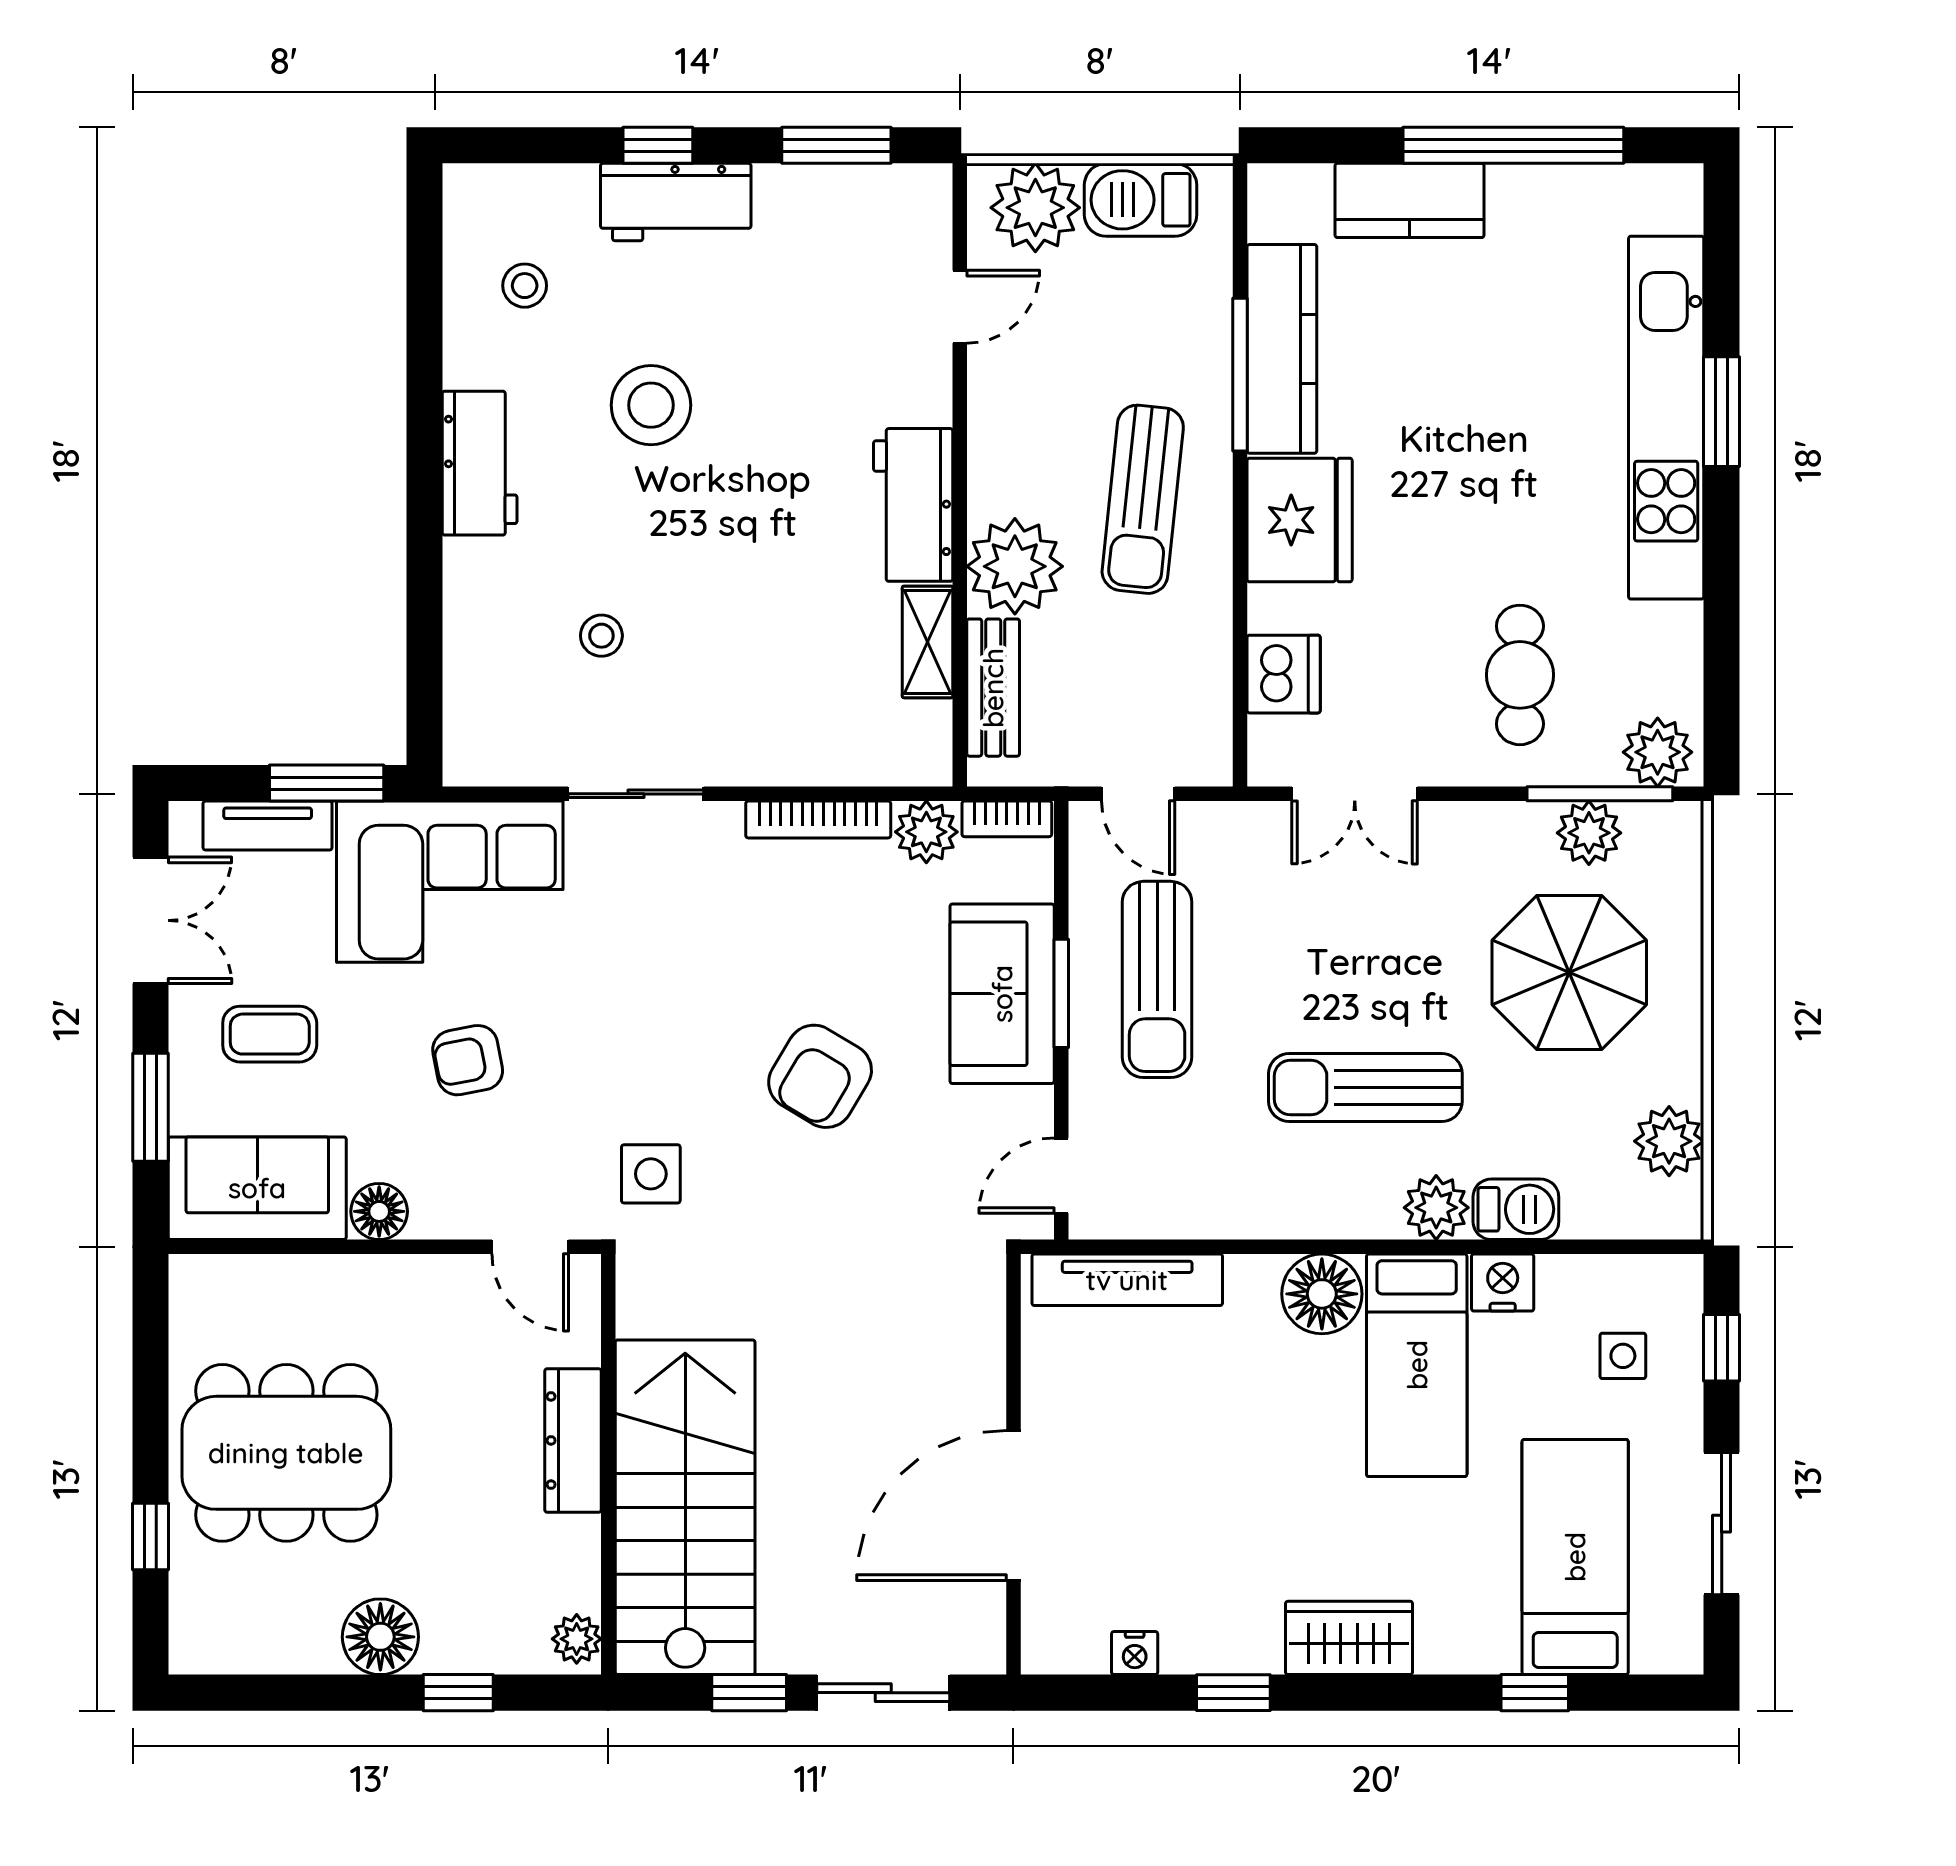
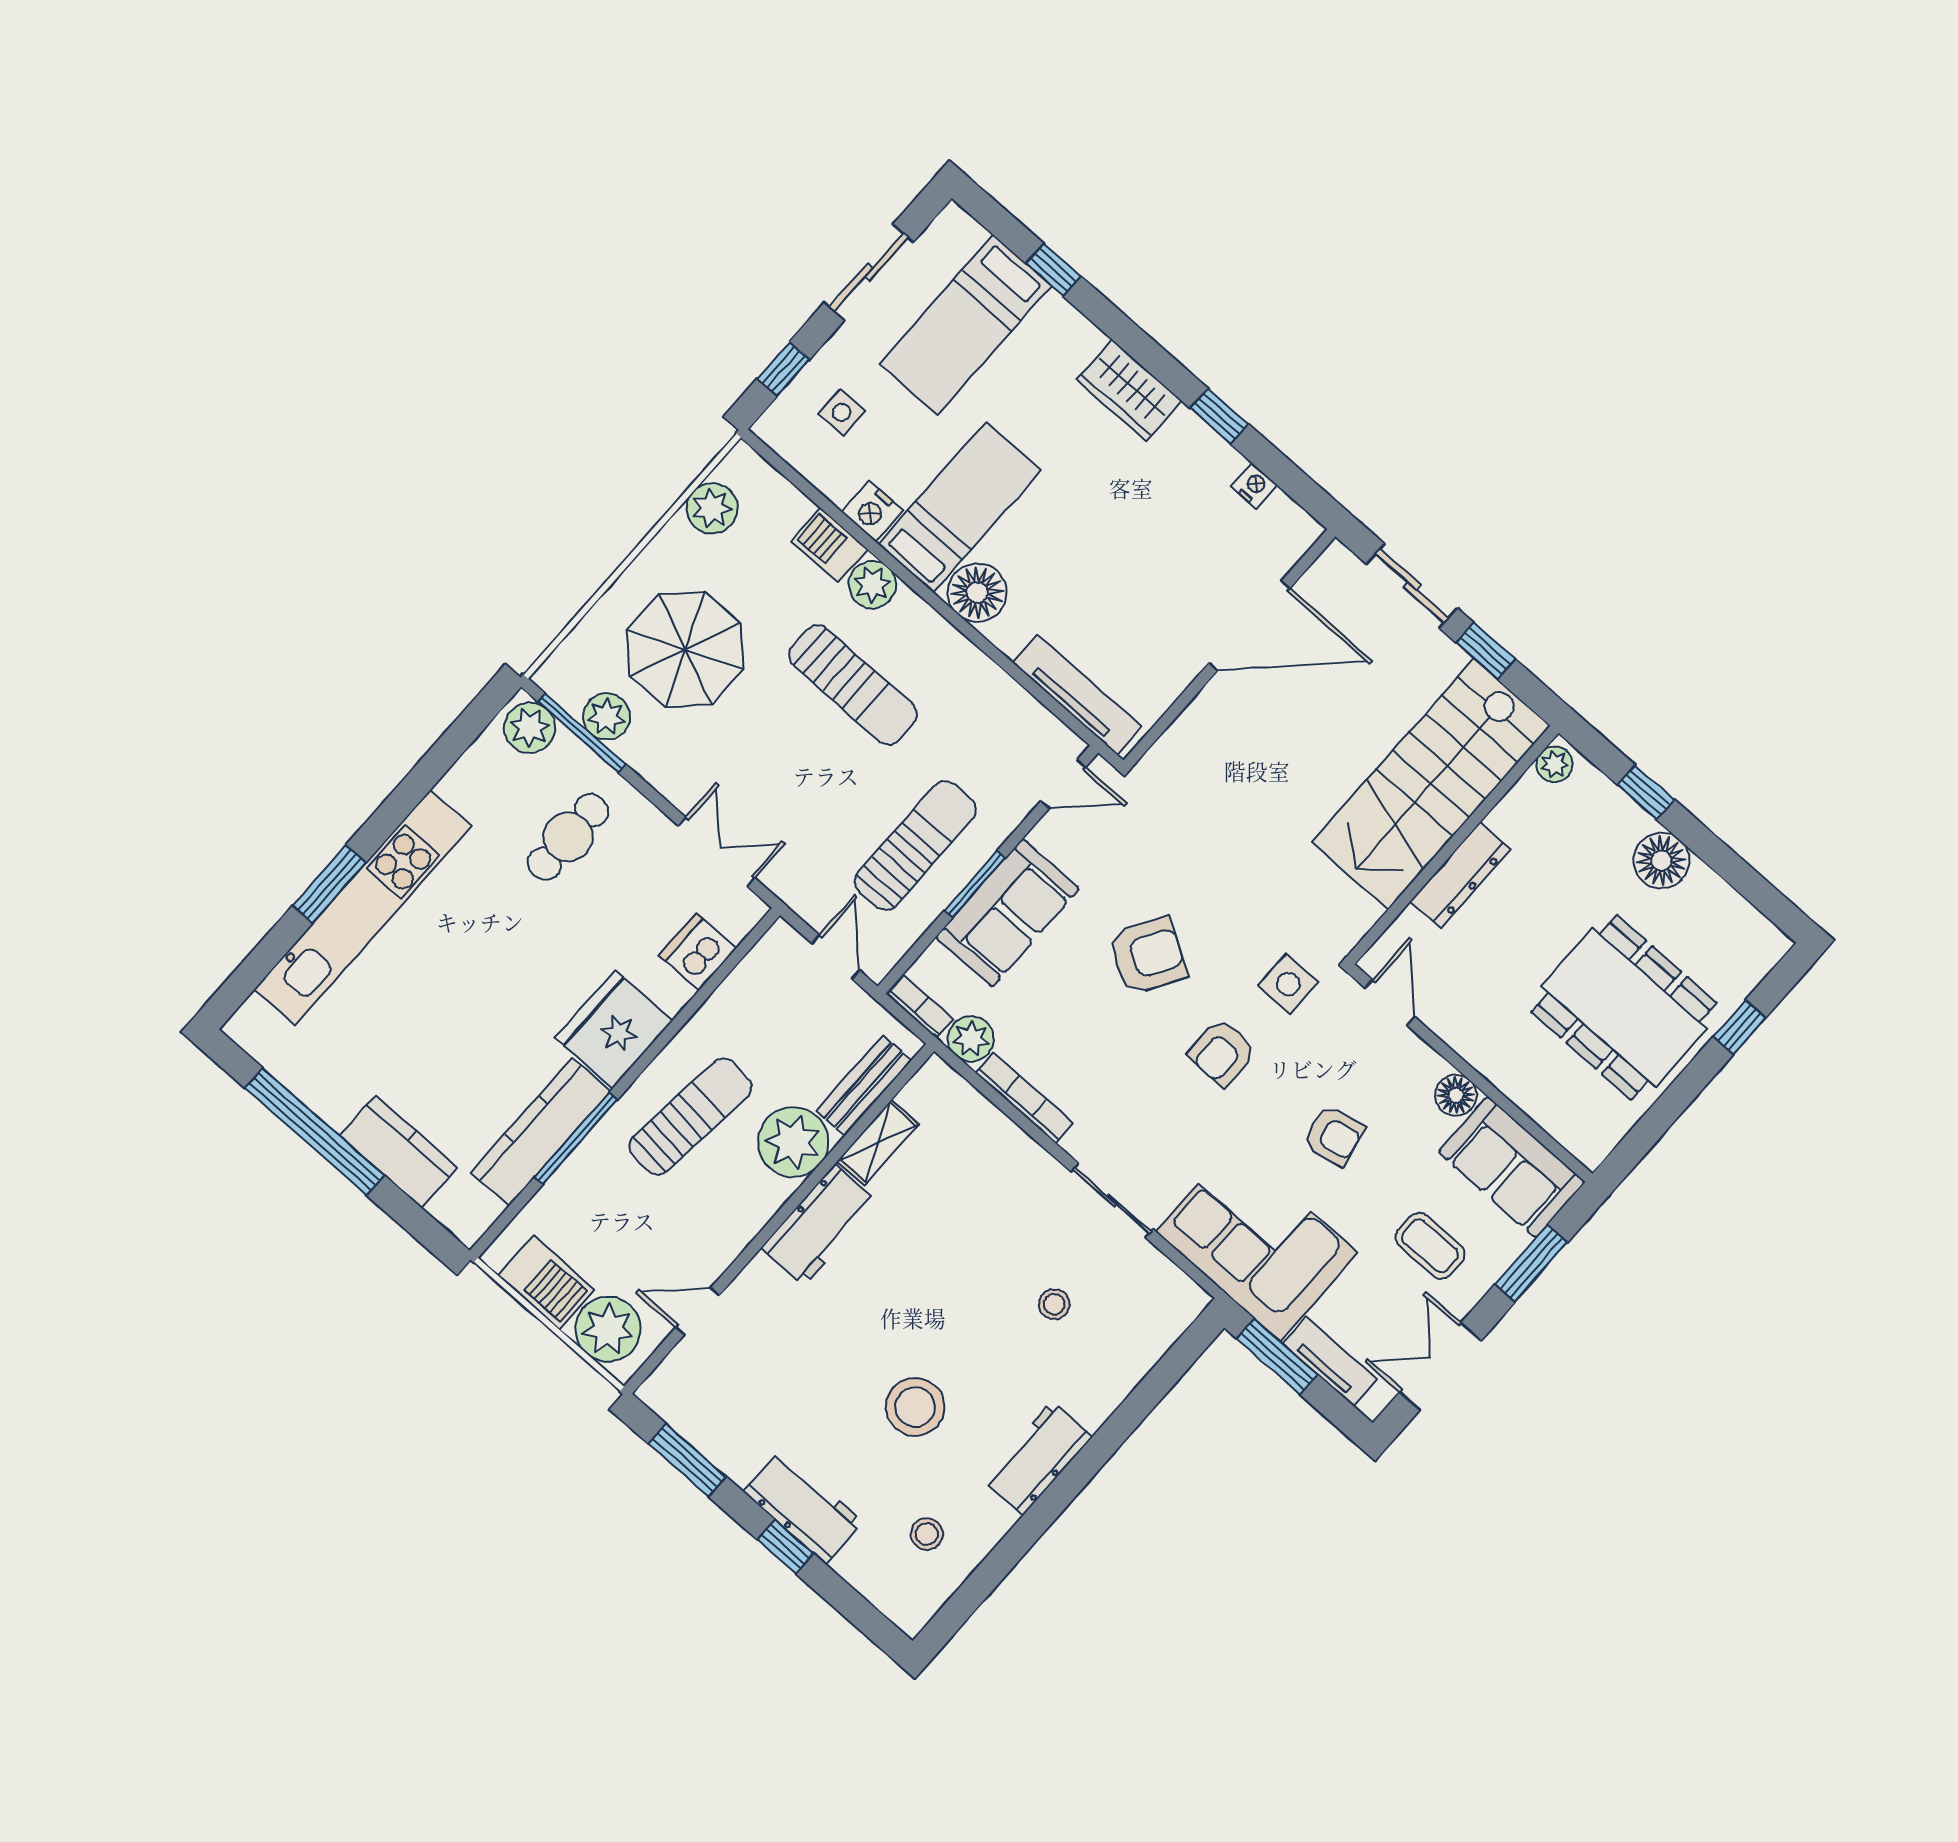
armchair: (657, 1044) -> (1222, 1052), added

